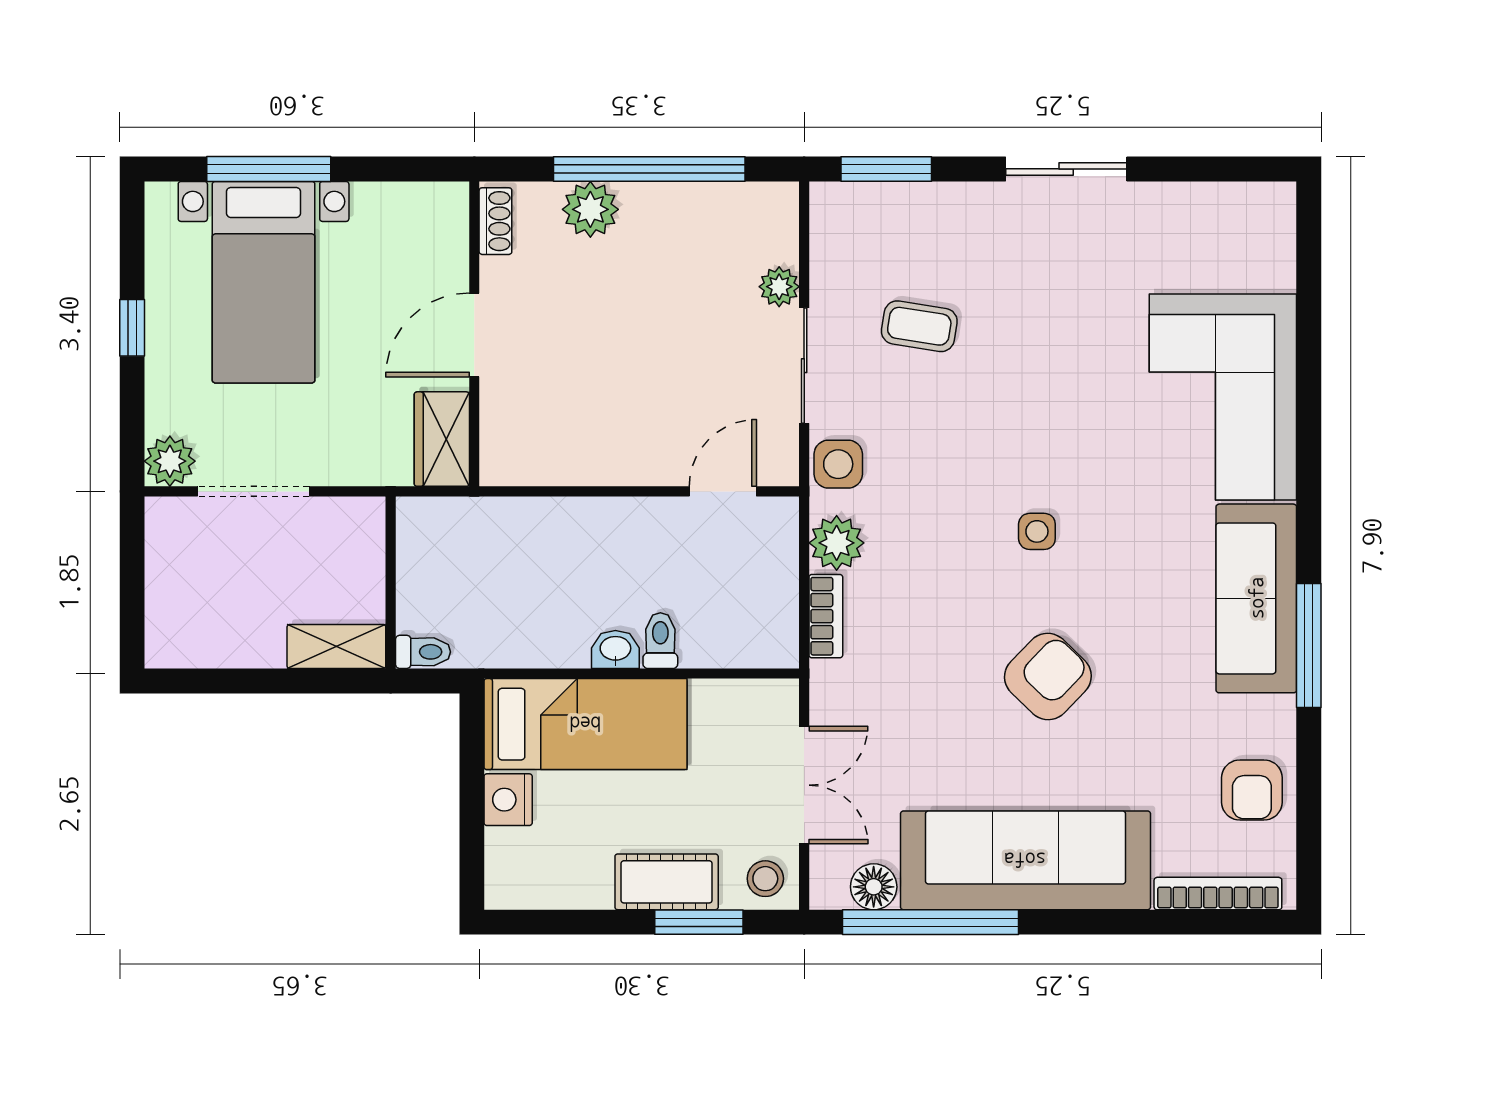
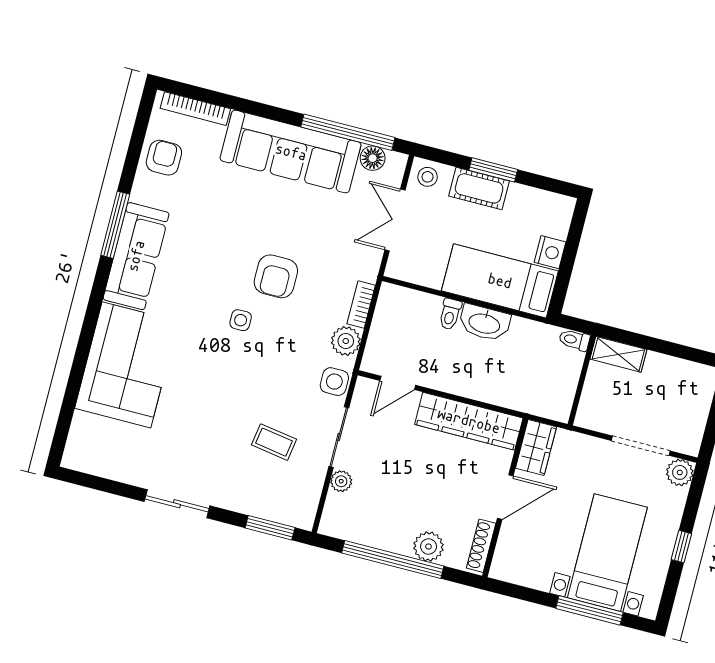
shoe rack: (495, 221) -> (481, 546), width x1.43
wardrobe: (576, 455) -> (469, 421), added
washbasin: (615, 649) -> (484, 323), width x1.91, depth x1.45
armchair: (1048, 677) -> (276, 276), moved, turned -44
window: (699, 922) -> (493, 170), moved

